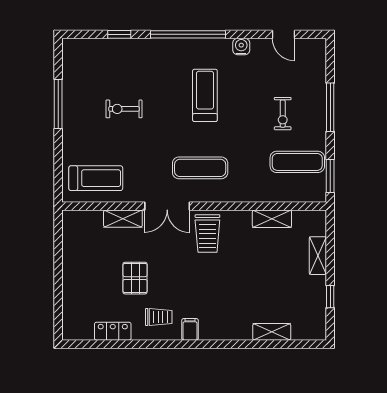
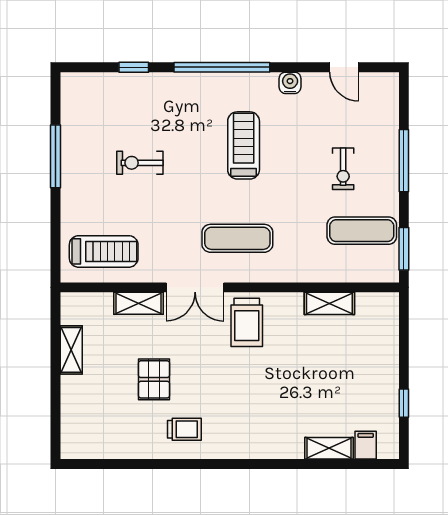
shelving: (318, 256) -> (71, 350), moved
filing cabinet: (190, 329) -> (366, 445), moved
locker: (113, 331) -> (125, 447), removed

